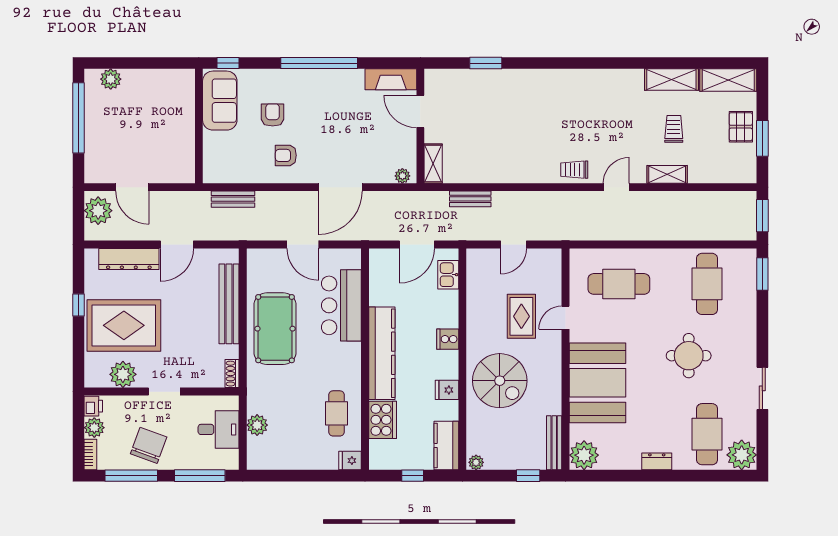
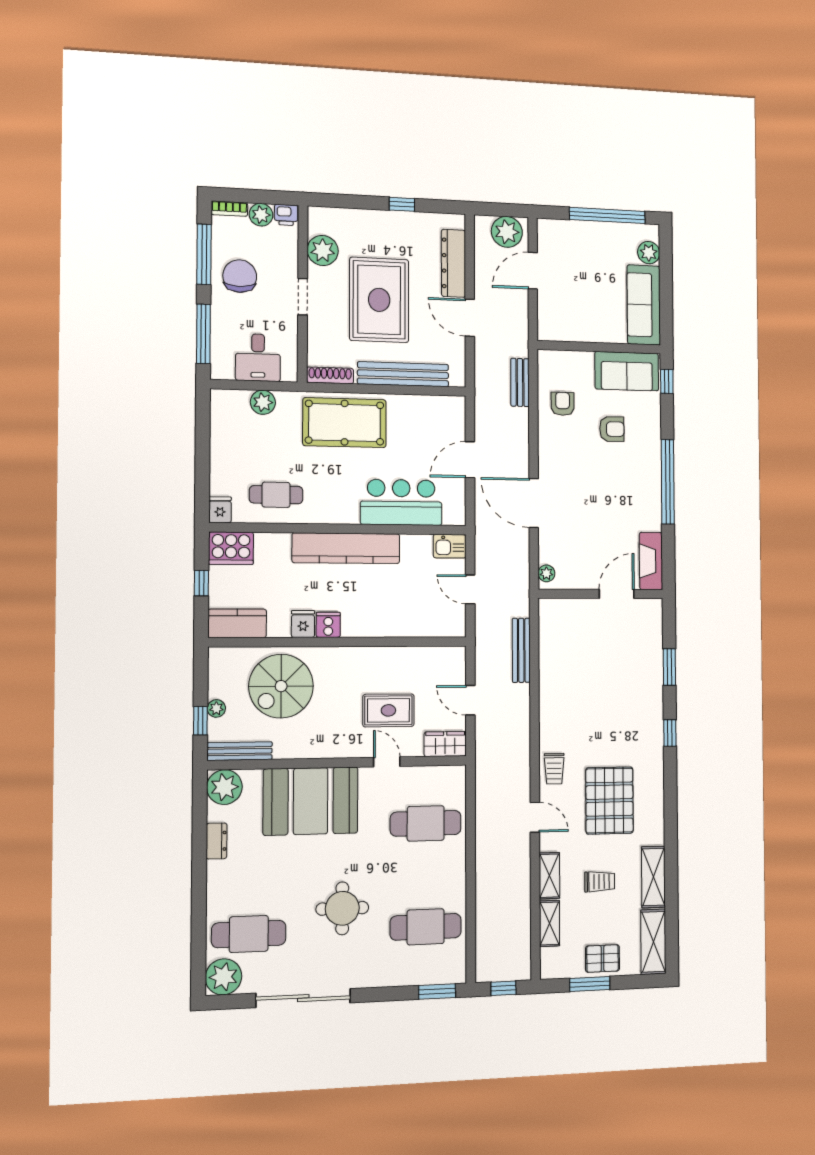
window: (545, 63) -> (670, 733), added
sofa: (159, 84) -> (644, 305), added
pallet: (603, 119) -> (609, 800), added
armchair: (286, 155) -> (563, 404), moved
shelving: (433, 164) -> (550, 923), moved, turned 90
trolley: (574, 170) -> (554, 769), turned 180
bench: (470, 199) -> (521, 650), width x1.36
window: (762, 216) -> (503, 988), width x0.67
door: (417, 244) -> (470, 589), width x0.73
wardrobe: (551, 267) -> (445, 744), added
kitchen sink: (448, 275) -> (450, 546), moved, turned 180
cafe table: (619, 284) -> (426, 823), turned 90
rug: (124, 325) -> (379, 300), moved
pool table: (275, 329) -> (345, 423), moved
cooker: (448, 339) -> (328, 625), moved
shoe rack: (232, 374) -> (330, 375), width x1.43
spiral stairs: (500, 381) -> (281, 686), moved
sliding door: (762, 388) -> (303, 998), width x1.86
cooker: (383, 420) -> (231, 548), moved
chair: (149, 445) -> (240, 276), turned -110
dresser: (657, 461) -> (217, 841), moved
plant: (476, 462) -> (216, 708), moved

